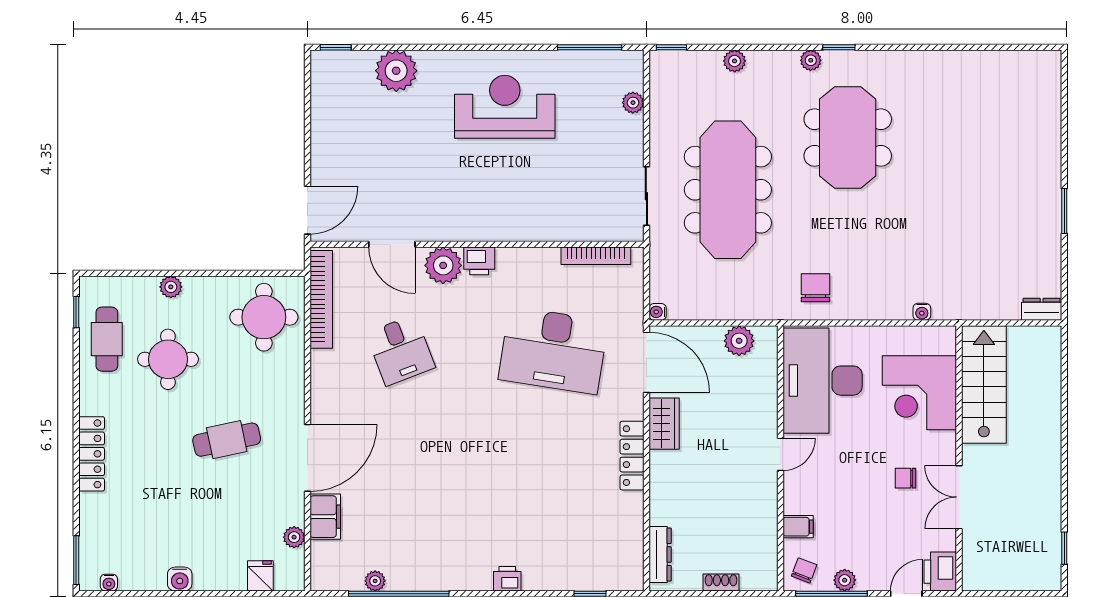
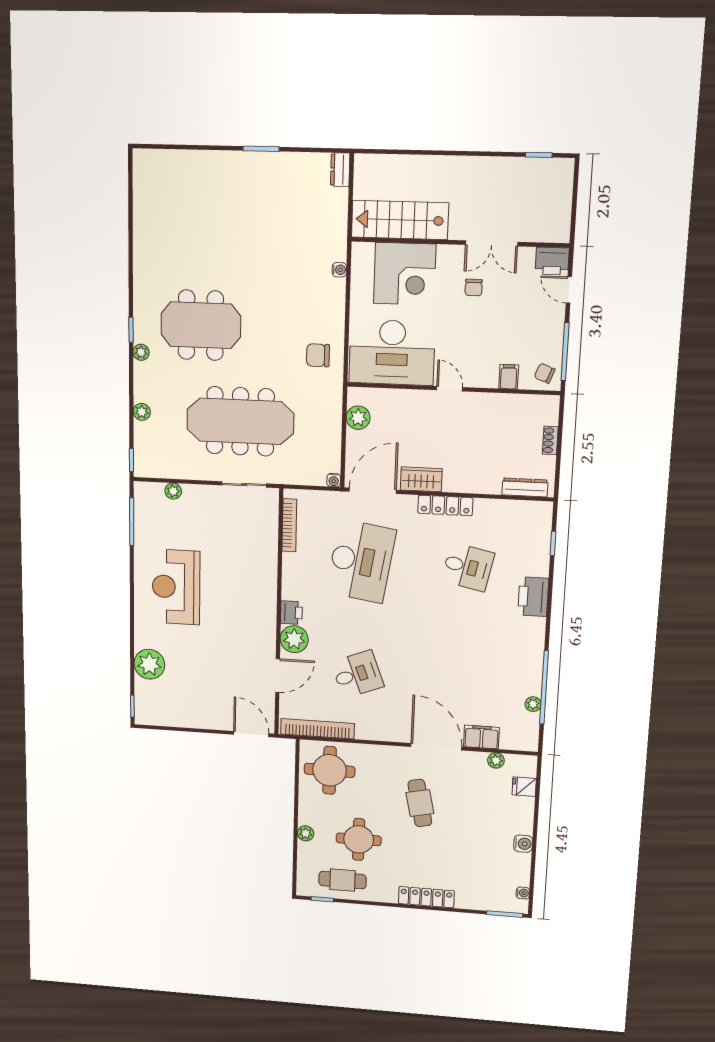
desk: (553, 488) -> (468, 567), added
printer: (507, 579) -> (533, 597), width x1.87, depth x1.48
plant: (845, 580) -> (555, 341), removed

